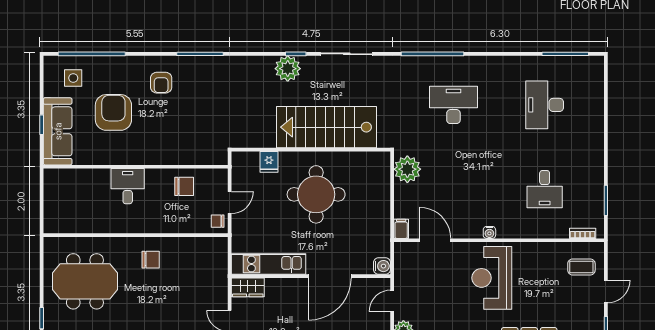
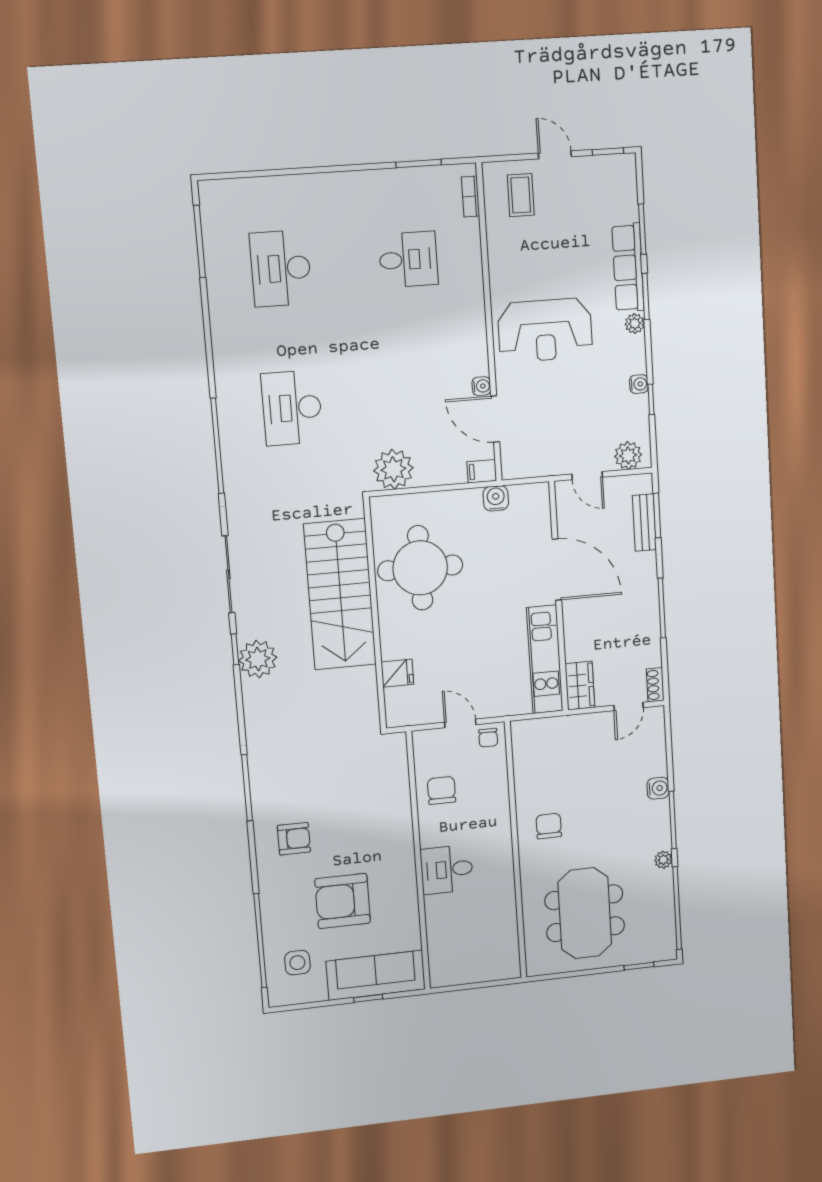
desk: (545, 105) -> (281, 268), turned 90
round table: (316, 194) -> (420, 568), moved
water cooler: (489, 232) -> (481, 386), moved
door: (435, 240) -> (495, 419), hinge flipped
water cooler: (382, 266) -> (496, 498), moved

